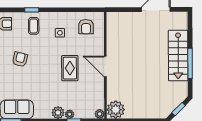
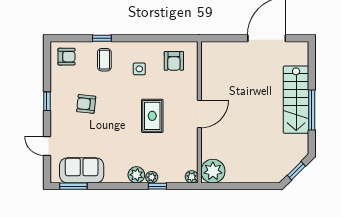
armchair: (20, 59) -> (86, 104), turned -98
door: (105, 67) -> (199, 114), swing flipped

